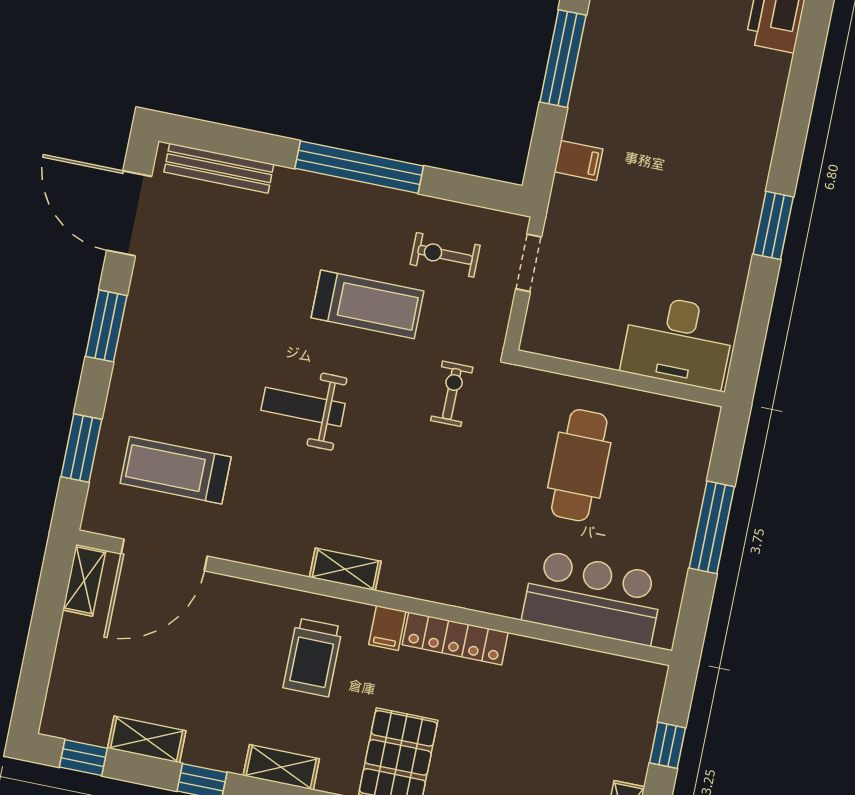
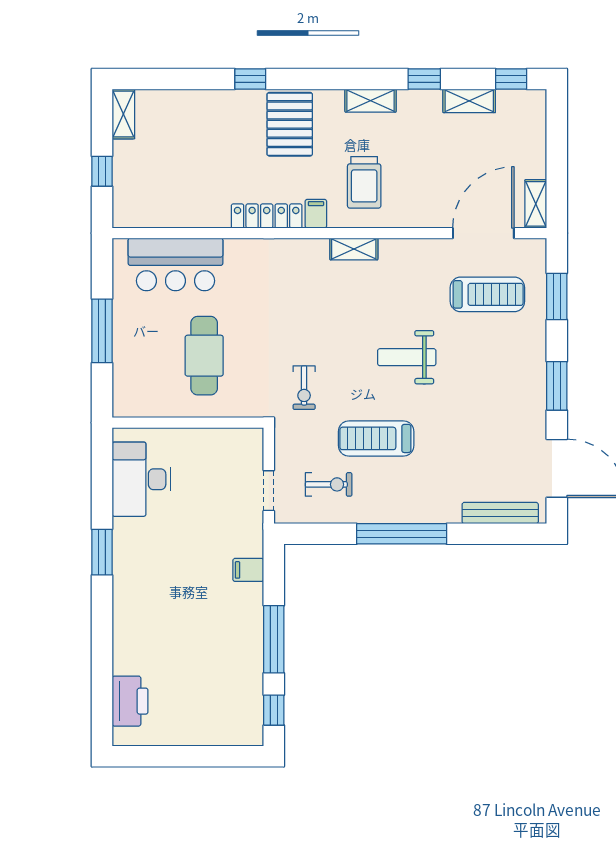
desk: (678, 341) -> (141, 479), moved, turned -90
weight bench: (303, 407) -> (407, 357), turned 180
trolley: (313, 657) -> (364, 182), turned 180

